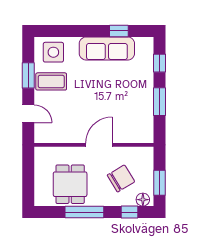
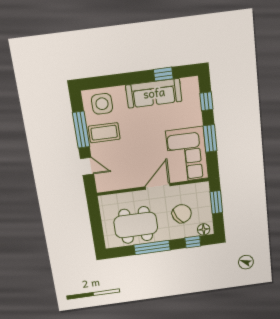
window: (28, 75) -> (81, 130), width x1.44
corner sofa: (134, 115) -> (187, 155), added
window: (160, 183) -> (216, 202), moved
dining table: (70, 184) -> (136, 225), width x1.38

